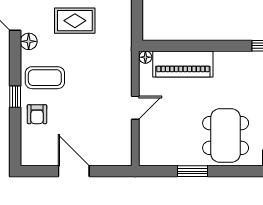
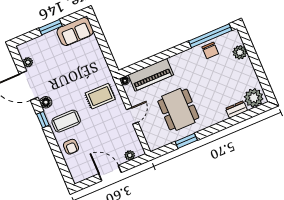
rug: (75, 21) -> (100, 96), moved
window: (15, 97) -> (43, 120), moved
dining table: (226, 135) -> (178, 109), moved
plant: (110, 159) -> (130, 155), added

